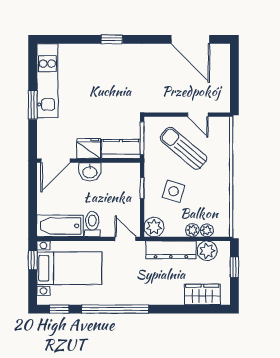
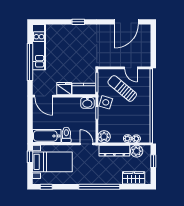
door: (190, 39) -> (126, 22), hinge flipped
window: (33, 105) -> (30, 62), width x2.11
door: (55, 161) -> (44, 96), hinge flipped
washbasin: (90, 172) -> (87, 103), moved
side table: (174, 191) -> (106, 102), moved
window: (115, 309) -> (99, 187), moved

